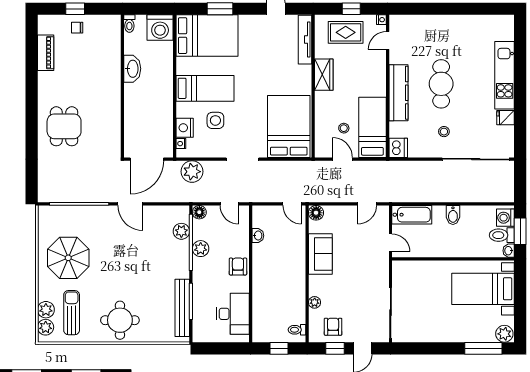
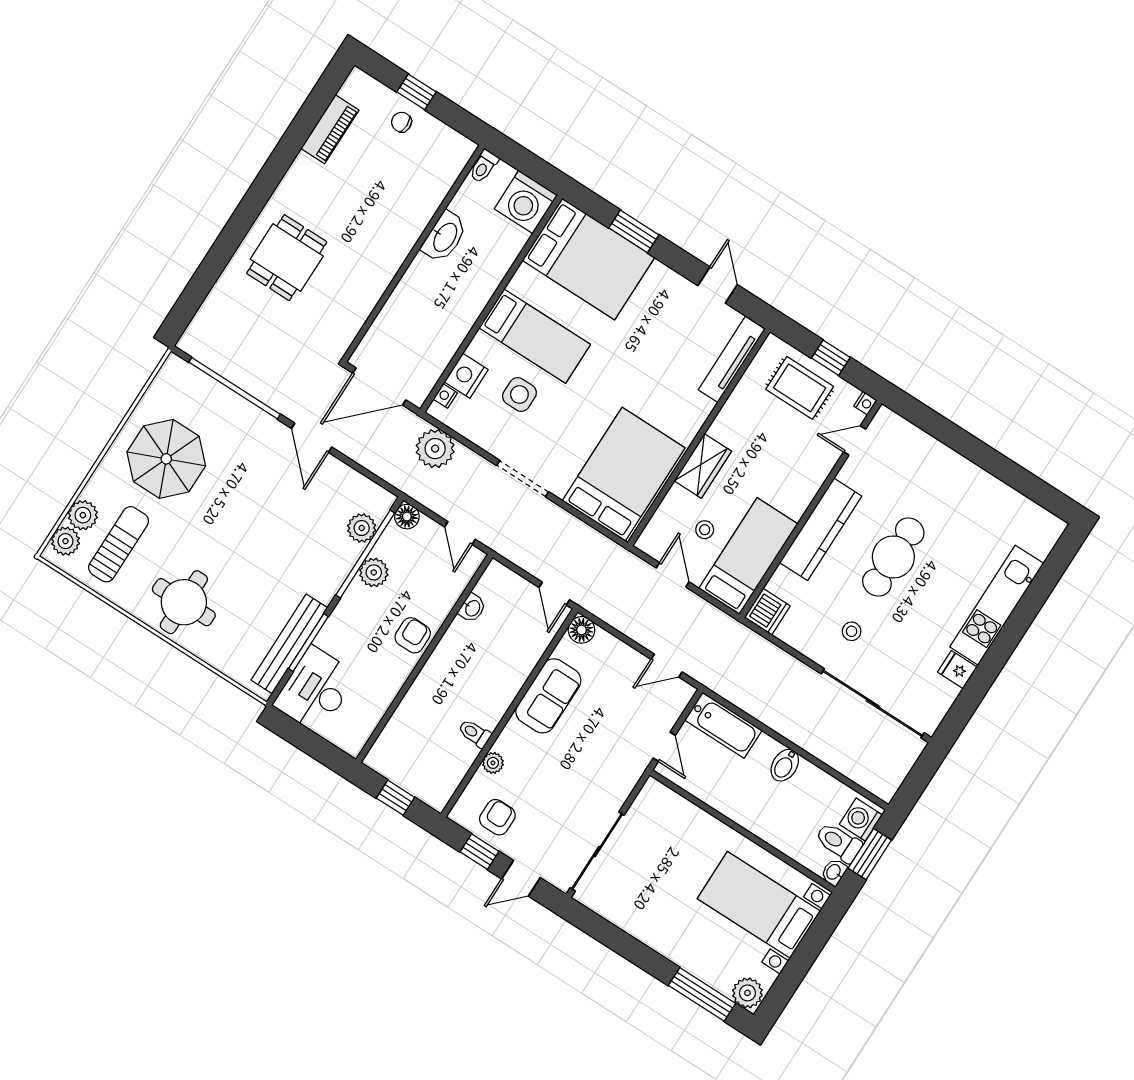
wardrobe: (324, 75) -> (703, 466), moved
desk: (233, 314) -> (315, 690), moved, turned 180
toilet: (297, 330) -> (475, 733), moved

